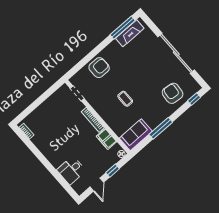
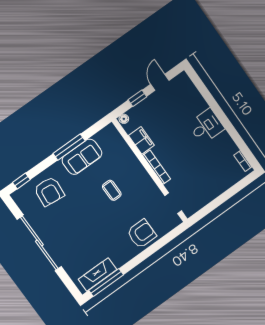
armchair: (99, 68) -> (142, 234), turned 180
sofa: (136, 135) -> (82, 157), moved
desk: (71, 170) -> (206, 126), moved

